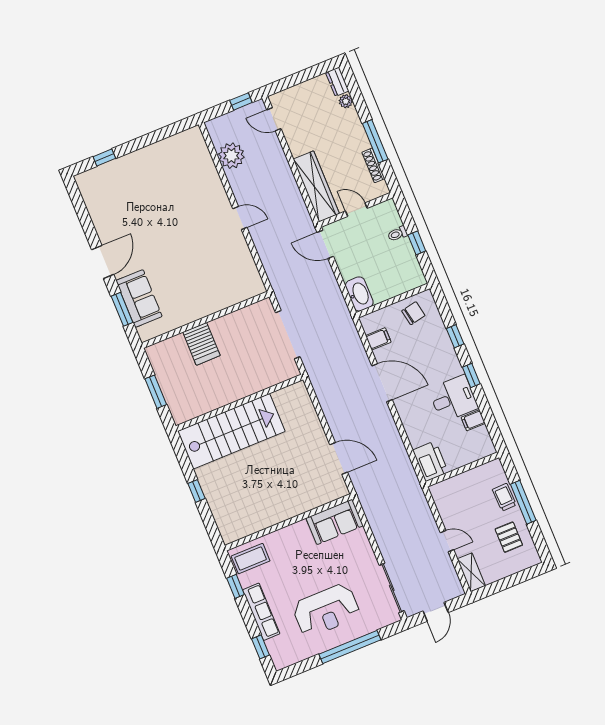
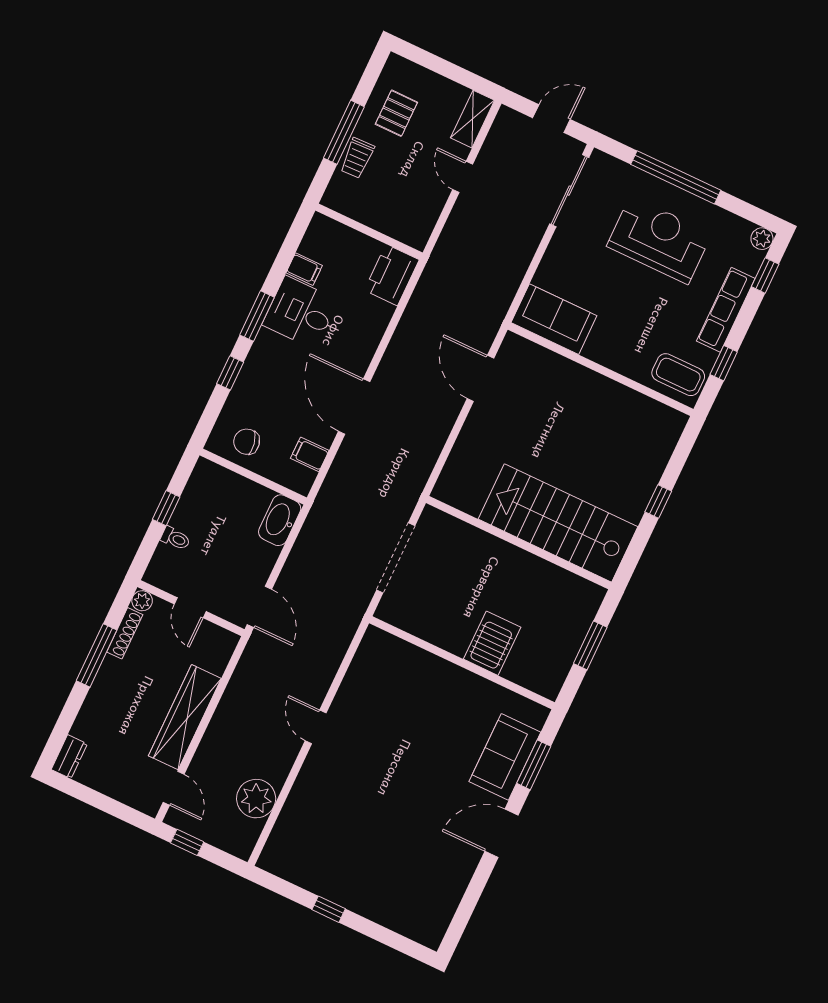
plant: (346, 101) -> (142, 601), moved
window: (104, 157) -> (329, 909), moved
wardrobe: (316, 186) -> (185, 717), moved
window: (471, 375) -> (257, 316), width x1.50
plant: (280, 662) -> (762, 239), added

